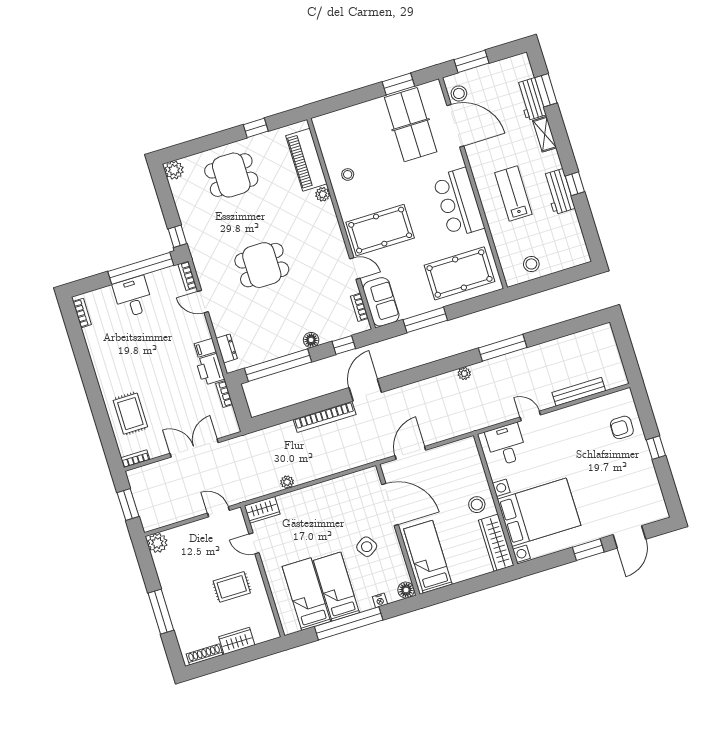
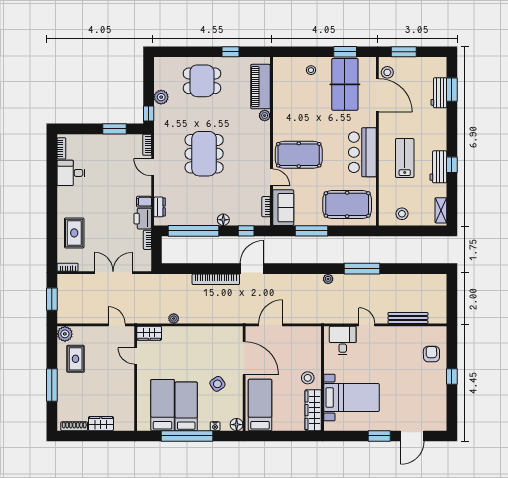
shelving: (545, 134) -> (441, 210), moved
plant: (174, 170) -> (161, 97), moved
stool: (348, 174) -> (311, 70), moved
dining table: (262, 265) -> (204, 154), width x1.37
window: (141, 268) -> (114, 129), width x0.47
desk: (133, 297) -> (71, 173), moved, turned -90
armchair: (622, 427) -> (431, 354), turned 89
bed with nightstands: (539, 512) -> (352, 397), width x0.73
rug: (232, 587) -> (76, 359), moved, turned 90

